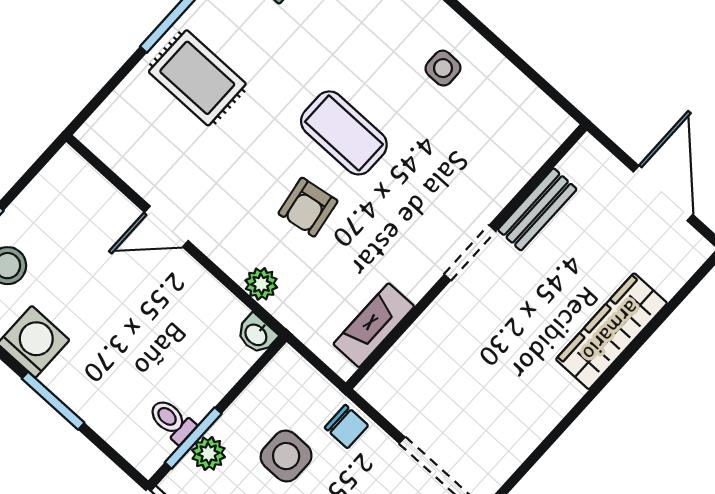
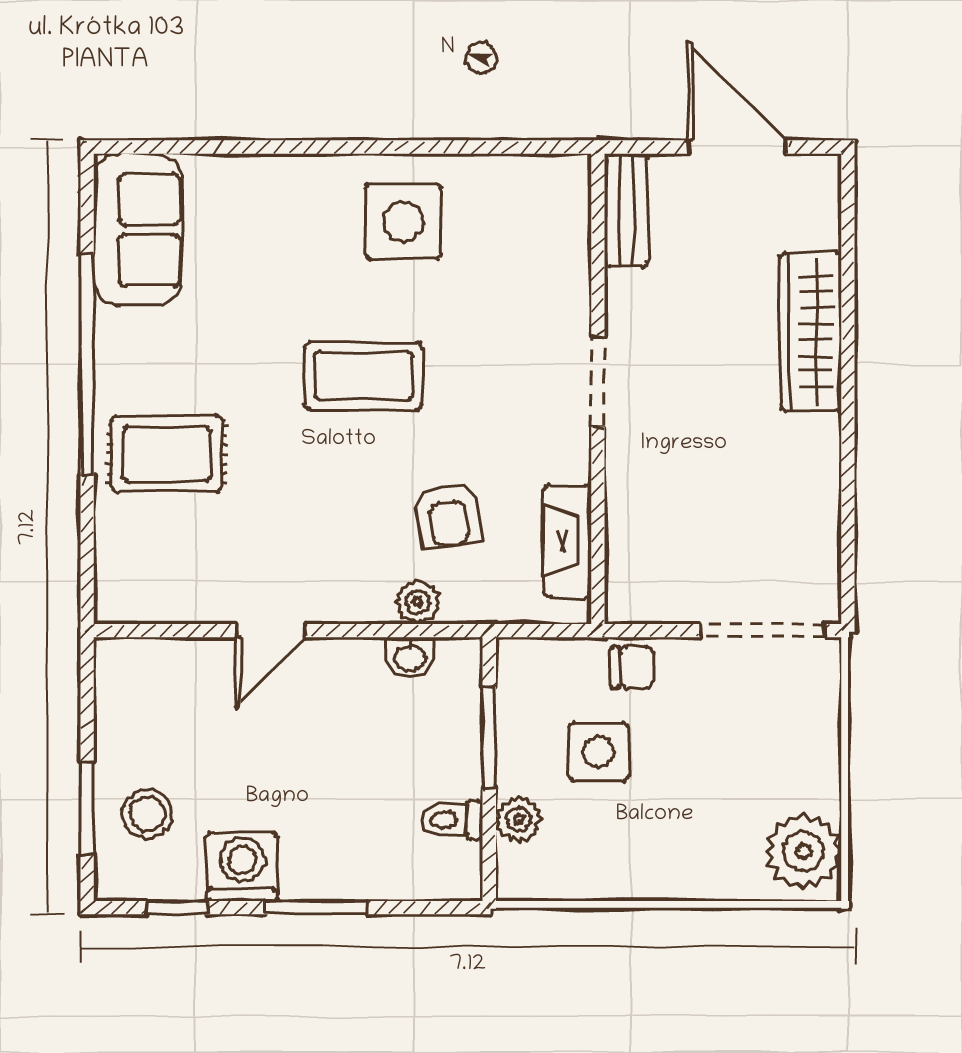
side table: (443, 68) -> (404, 221), width x1.87, depth x1.87
armchair: (308, 207) -> (448, 515), moved
bench: (537, 209) -> (626, 210), moved
washbasin: (256, 334) -> (410, 657), moved
window: (193, 438) -> (489, 737), moved

